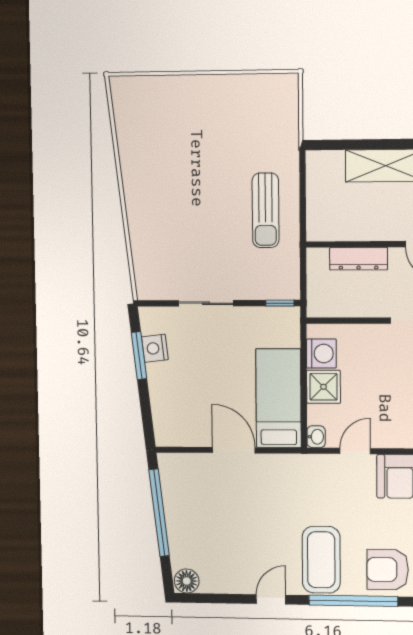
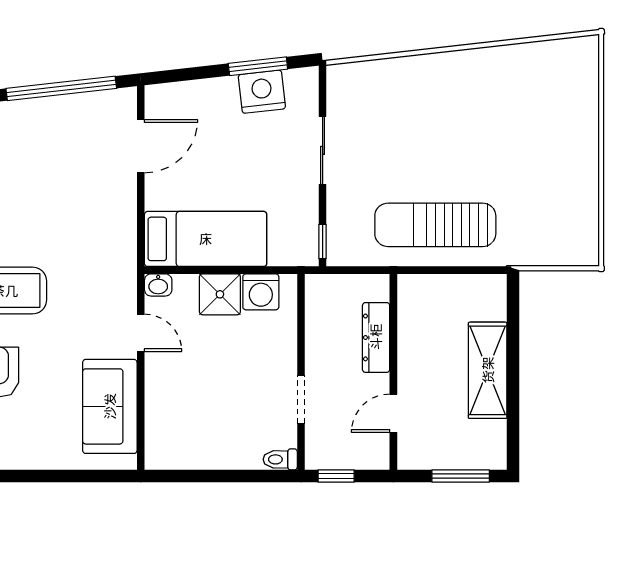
sun lounger: (266, 210) -> (435, 225), width x1.36, depth x1.34
nightstand: (155, 348) -> (262, 92), width x1.36, depth x1.33
door: (234, 450) -> (141, 146), moved

